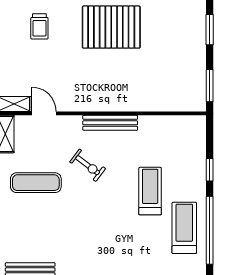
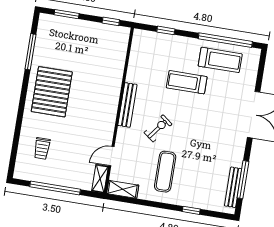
trolley: (39, 26) -> (42, 148), turned 90
window: (210, 86) -> (111, 21), width x0.67
window: (210, 170) -> (166, 30), moved
treadmill: (184, 228) -> (220, 60), turned 180

